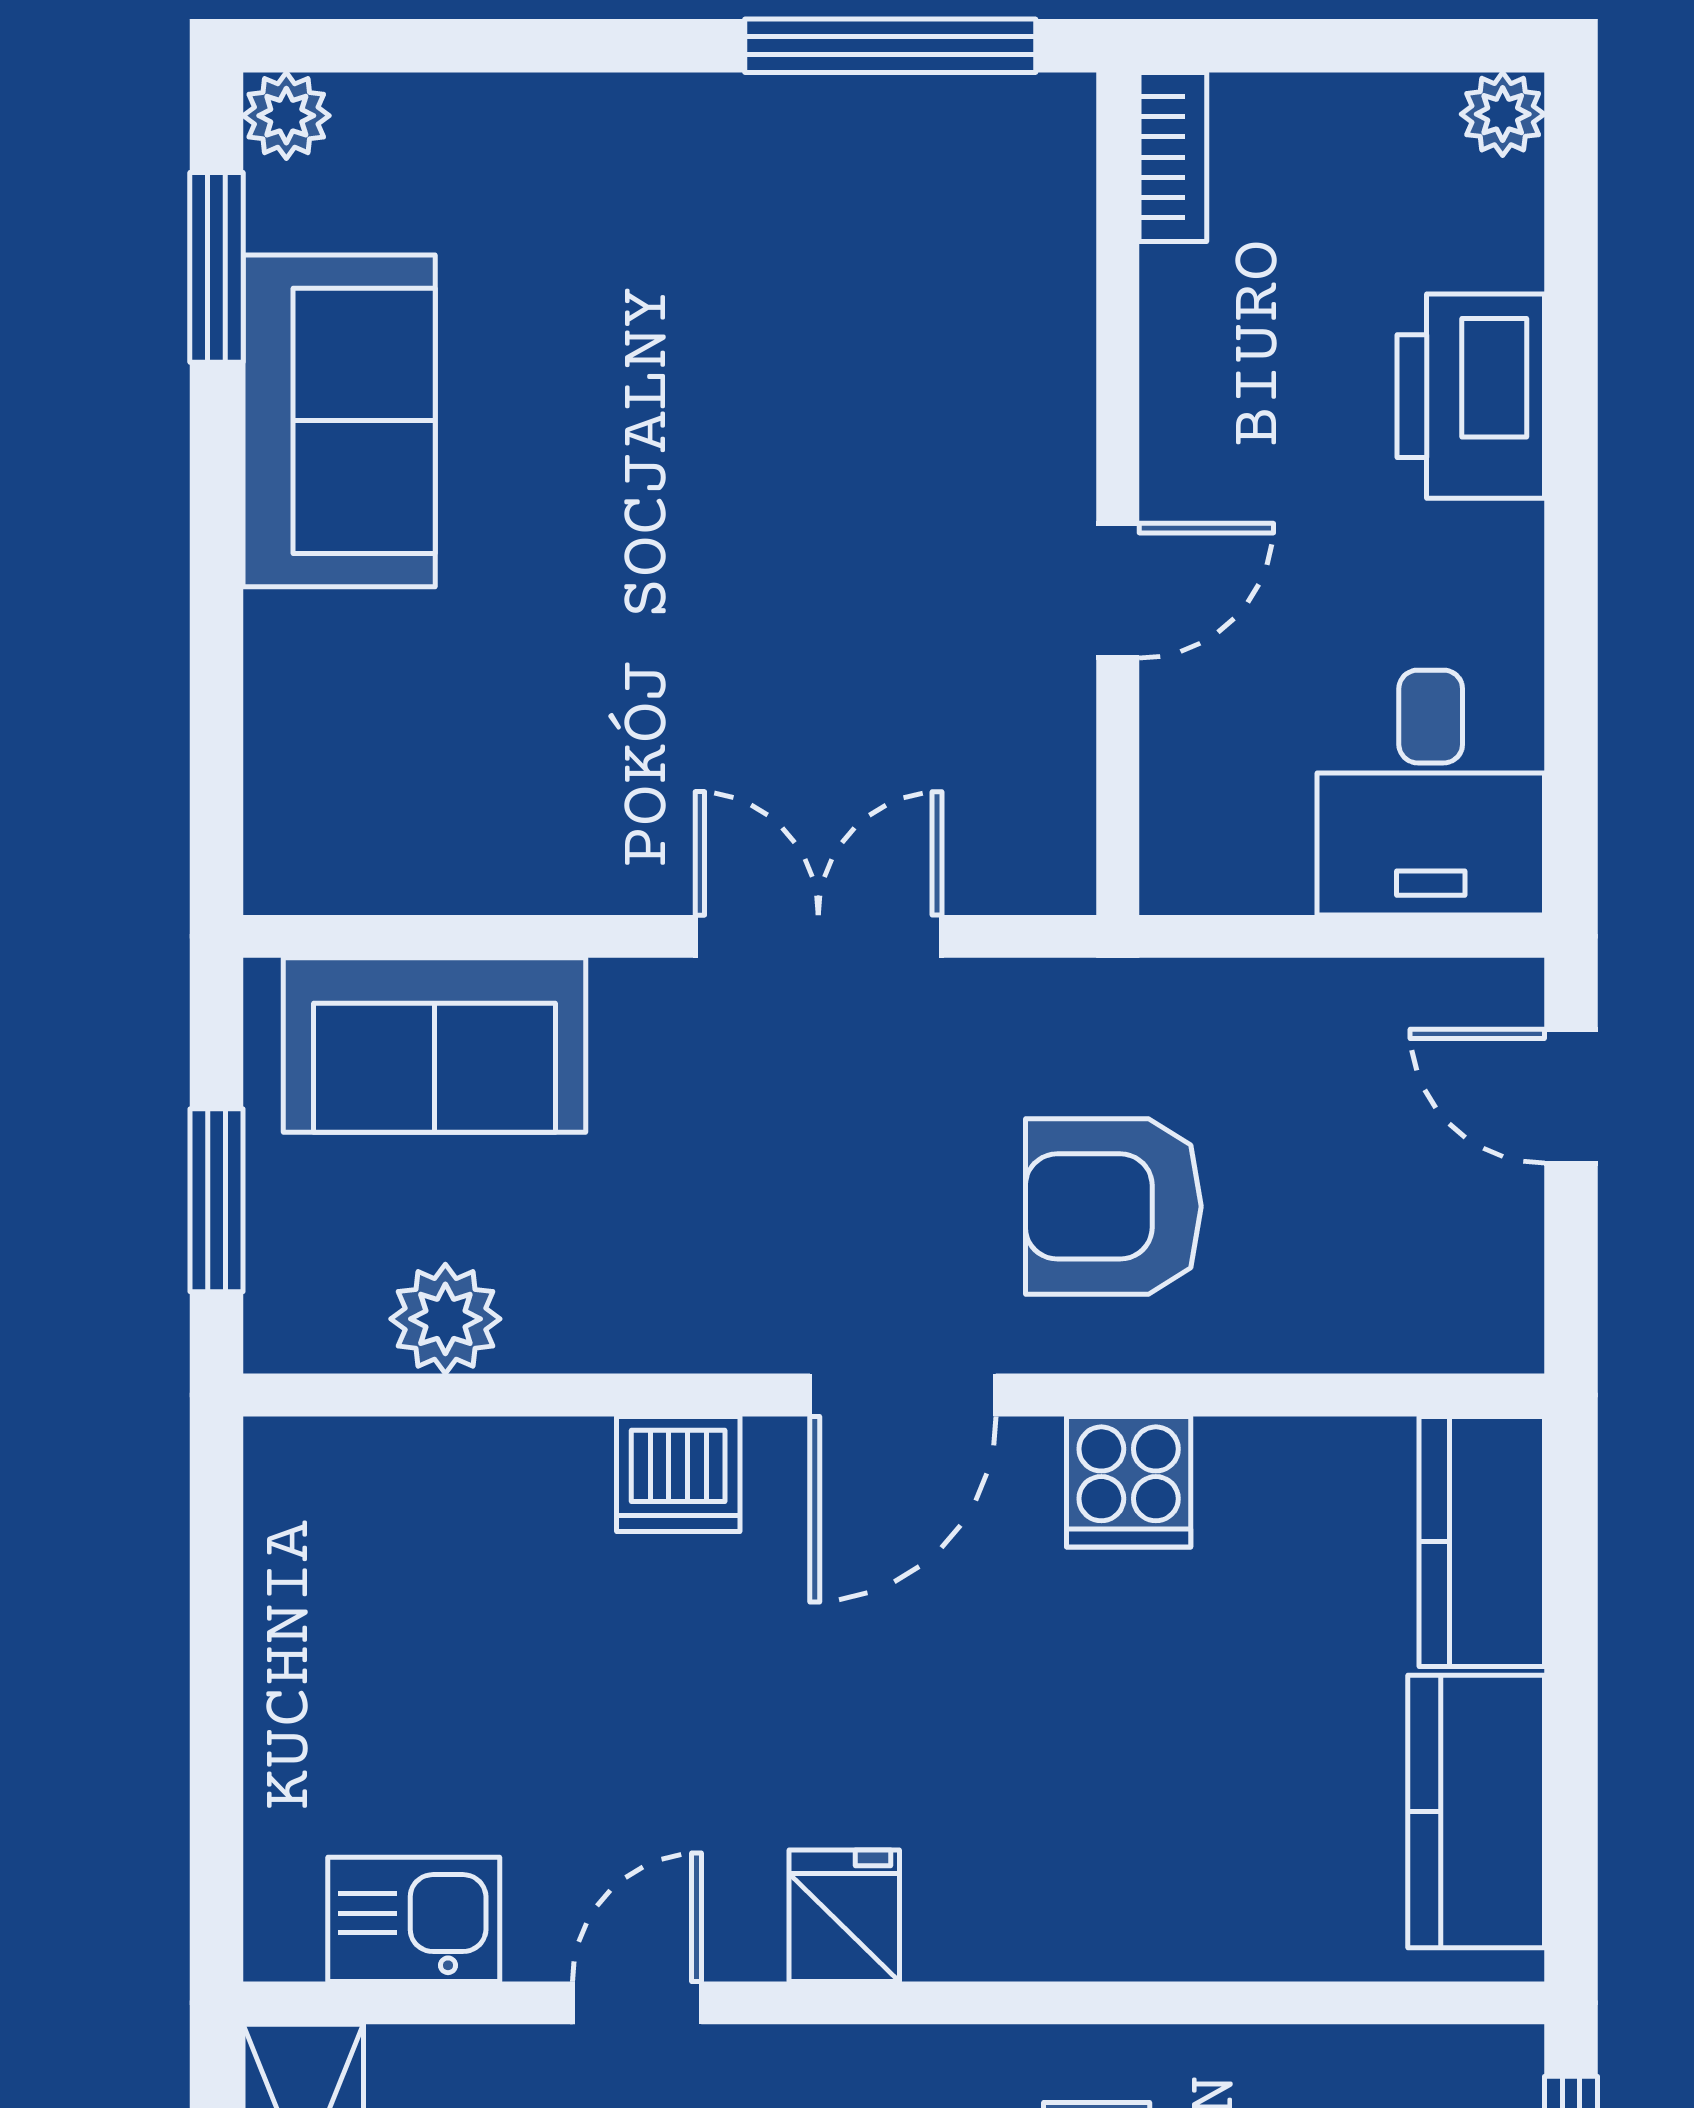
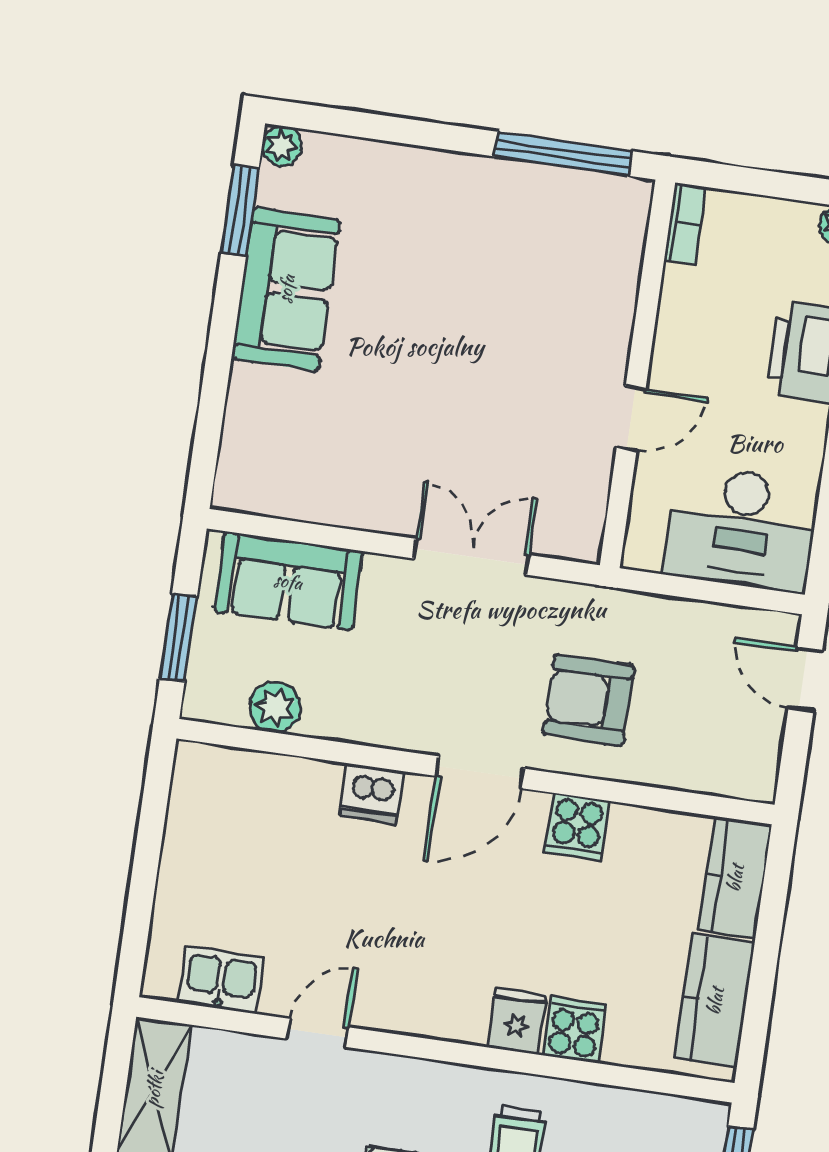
desk: (1431, 793) -> (742, 528), width x1.37
fridge: (844, 1916) -> (517, 1021), moved
cooker: (1185, 1916) -> (574, 1030), added

